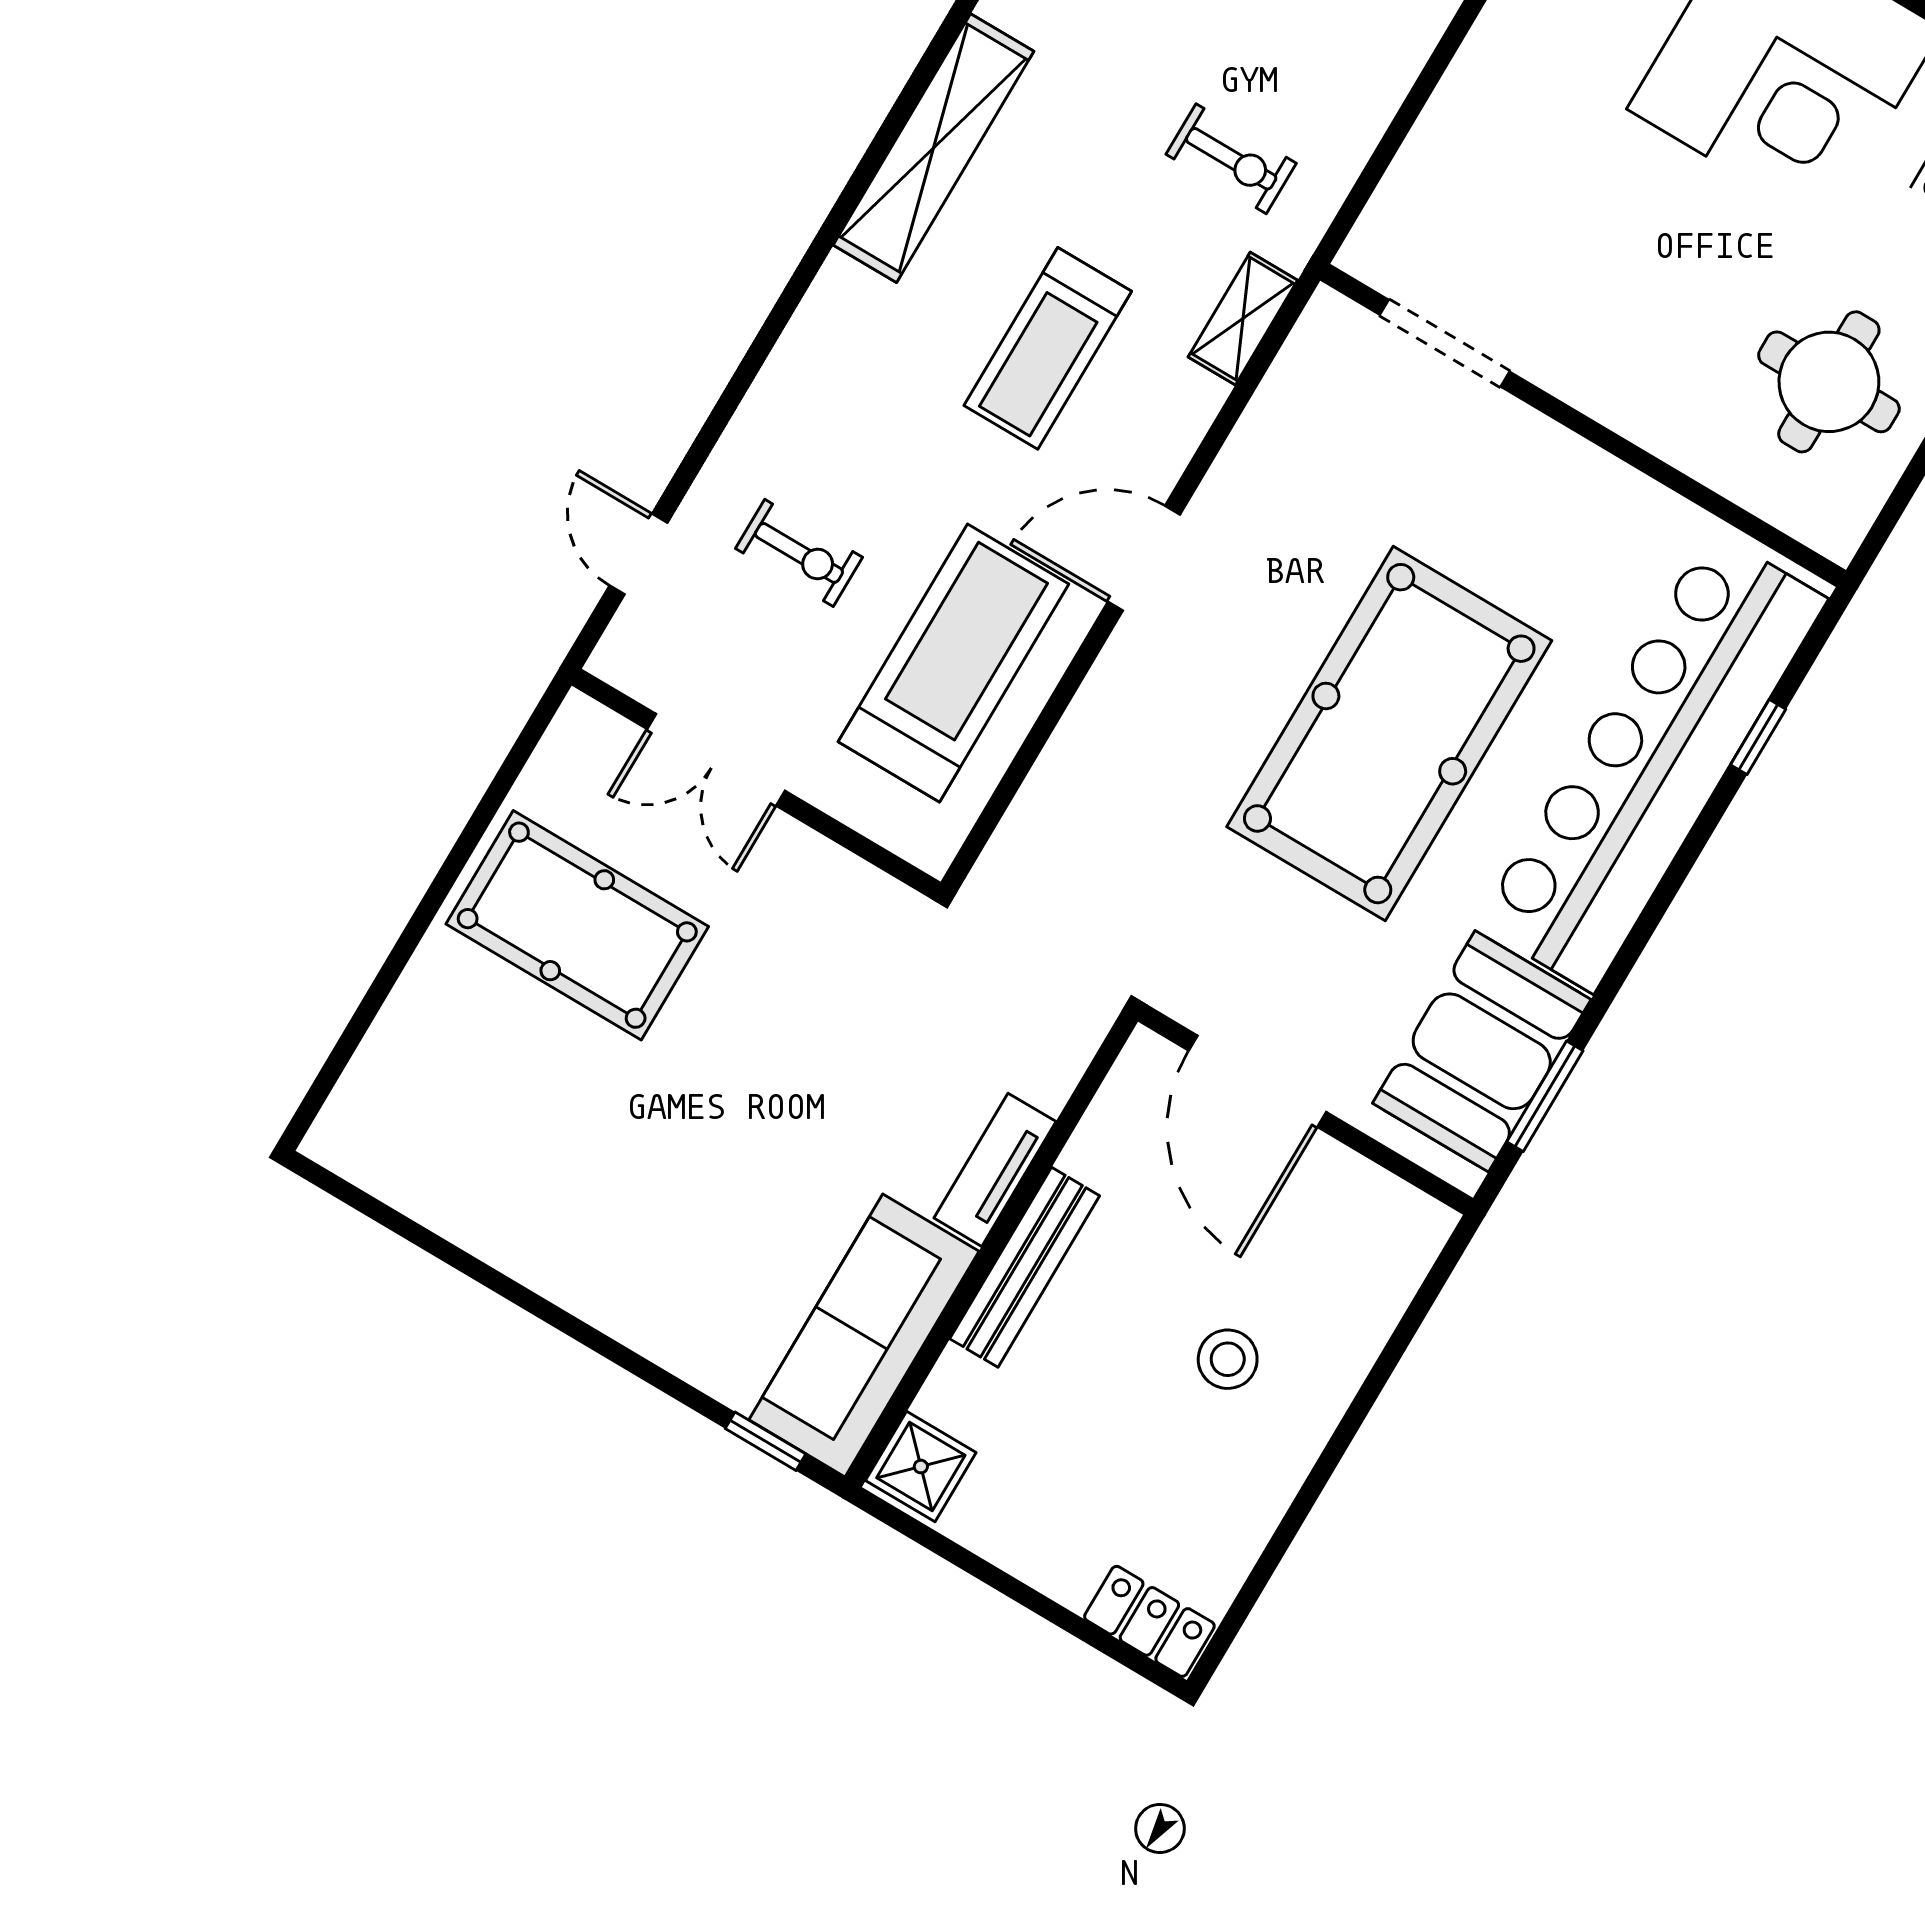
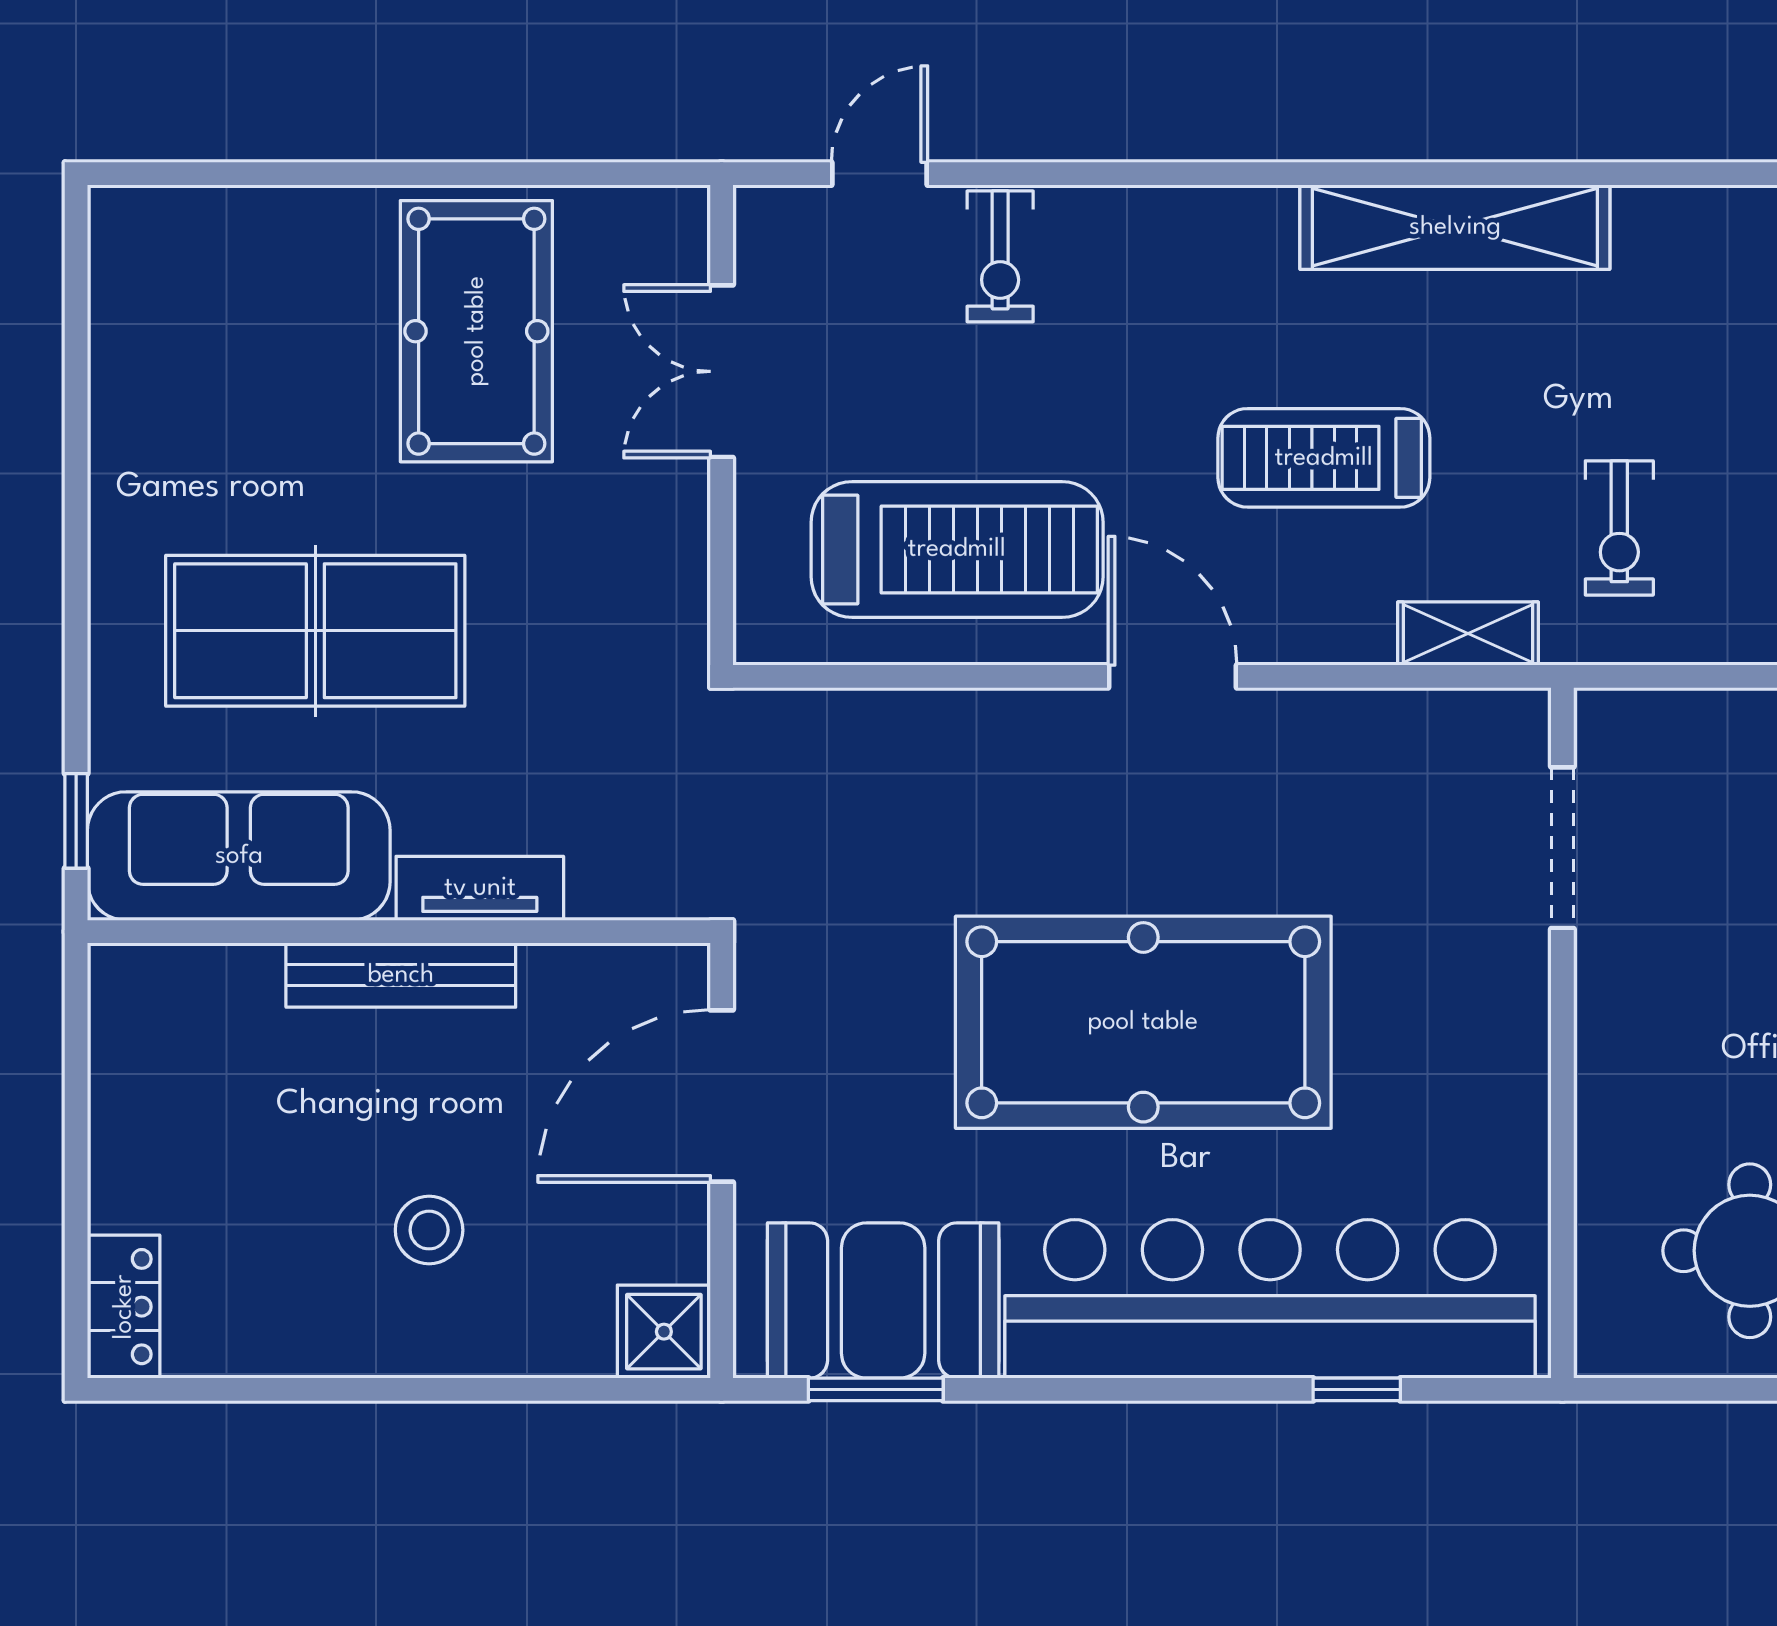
exercise bike: (799, 553) -> (1000, 256), moved
table tennis table: (730, 1178) -> (315, 631), added
shower: (921, 1467) -> (664, 1332), moved

